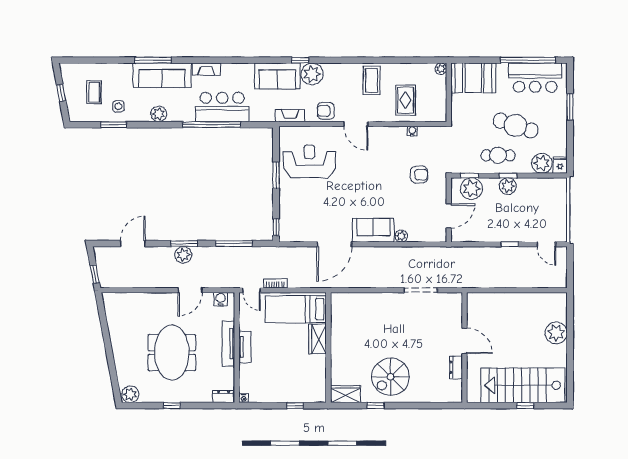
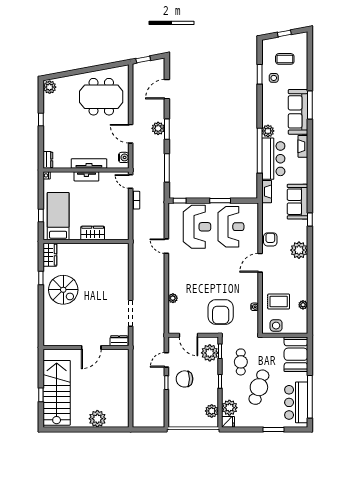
plant: (441, 69) -> (303, 305), moved
plant: (312, 74) -> (299, 250), moved
coffee table: (372, 80) -> (294, 275), removed
side table: (436, 103) -> (276, 326), added
plant: (159, 114) -> (268, 131), moved
fireplace: (290, 116) -> (267, 192), moved
cafe table: (498, 155) -> (241, 362), moved
armchair: (419, 175) -> (221, 312), width x1.88, depth x1.88
plant: (508, 186) -> (212, 411), moved
reception desk: (310, 205) -> (197, 227), added
chair: (505, 221) -> (184, 379), added
sofa: (373, 230) -> (177, 276), removed
door: (133, 244) -> (167, 89), swing flipped
door: (335, 244) -> (166, 246), width x0.53
door: (546, 244) -> (166, 360), moved
door: (251, 290) -> (131, 181), hinge flipped
bed: (296, 309) -> (58, 216), moved
meeting table: (172, 353) -> (101, 97), moved
dresser: (456, 367) -> (119, 341), moved
spiral stairs: (390, 377) -> (63, 290), turned 180

